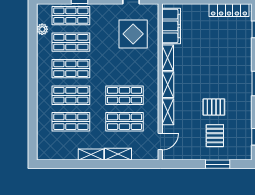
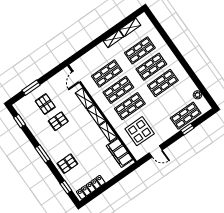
shop shelf: (71, 42) -> (130, 106), moved
pallet: (236, 54) -> (67, 164), added
shelving: (118, 154) -> (130, 27), moved

